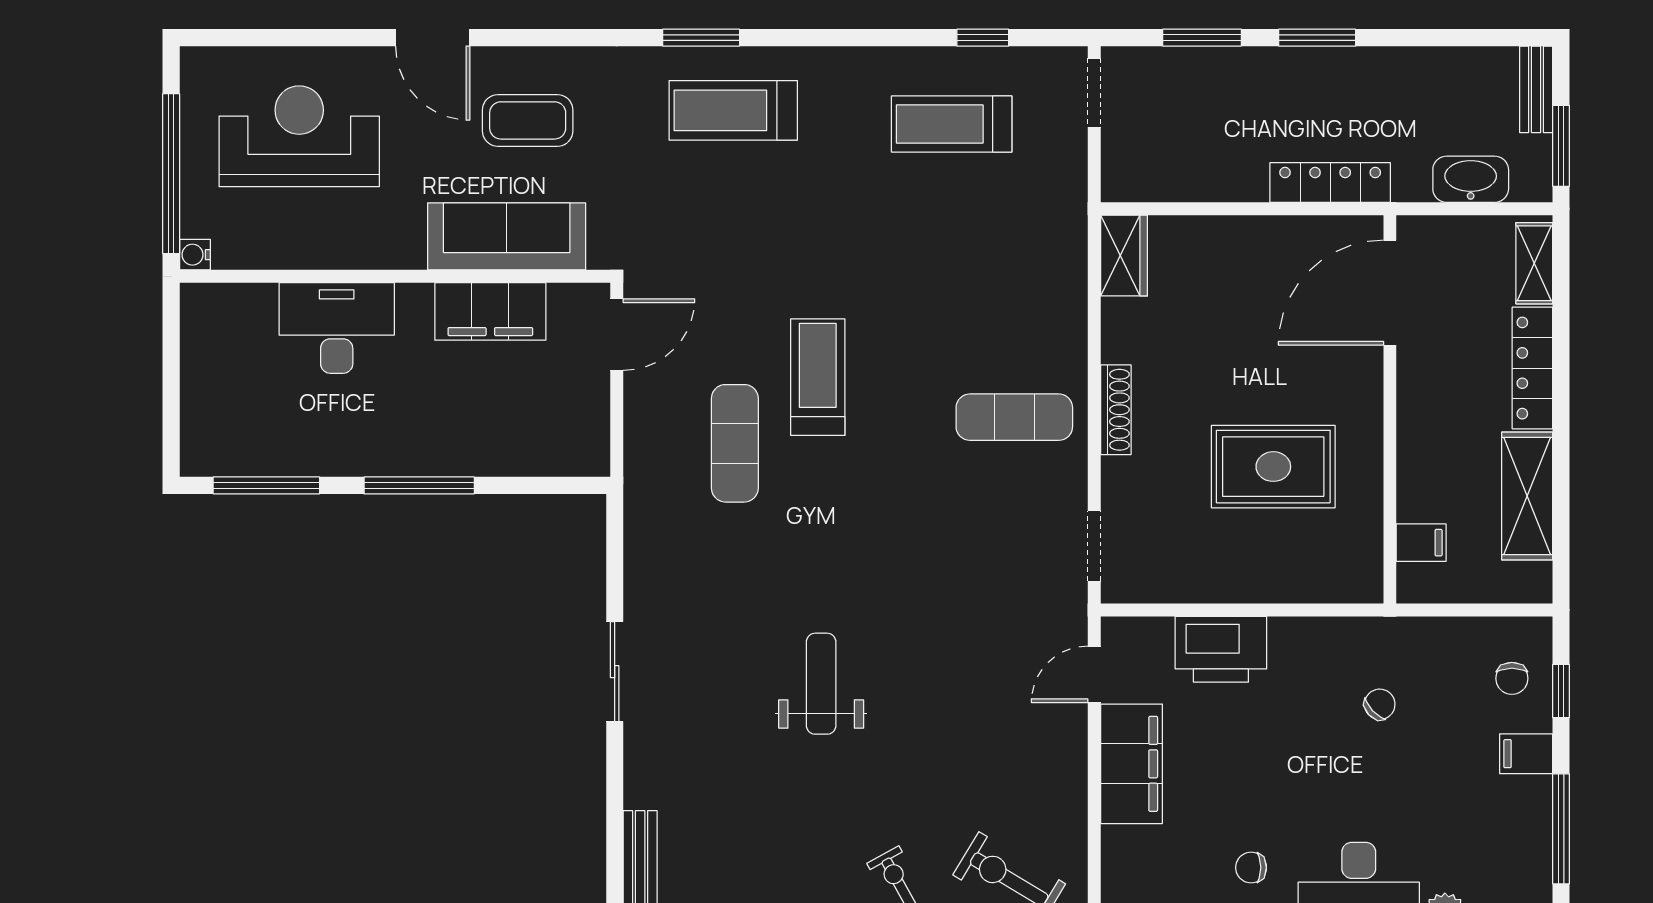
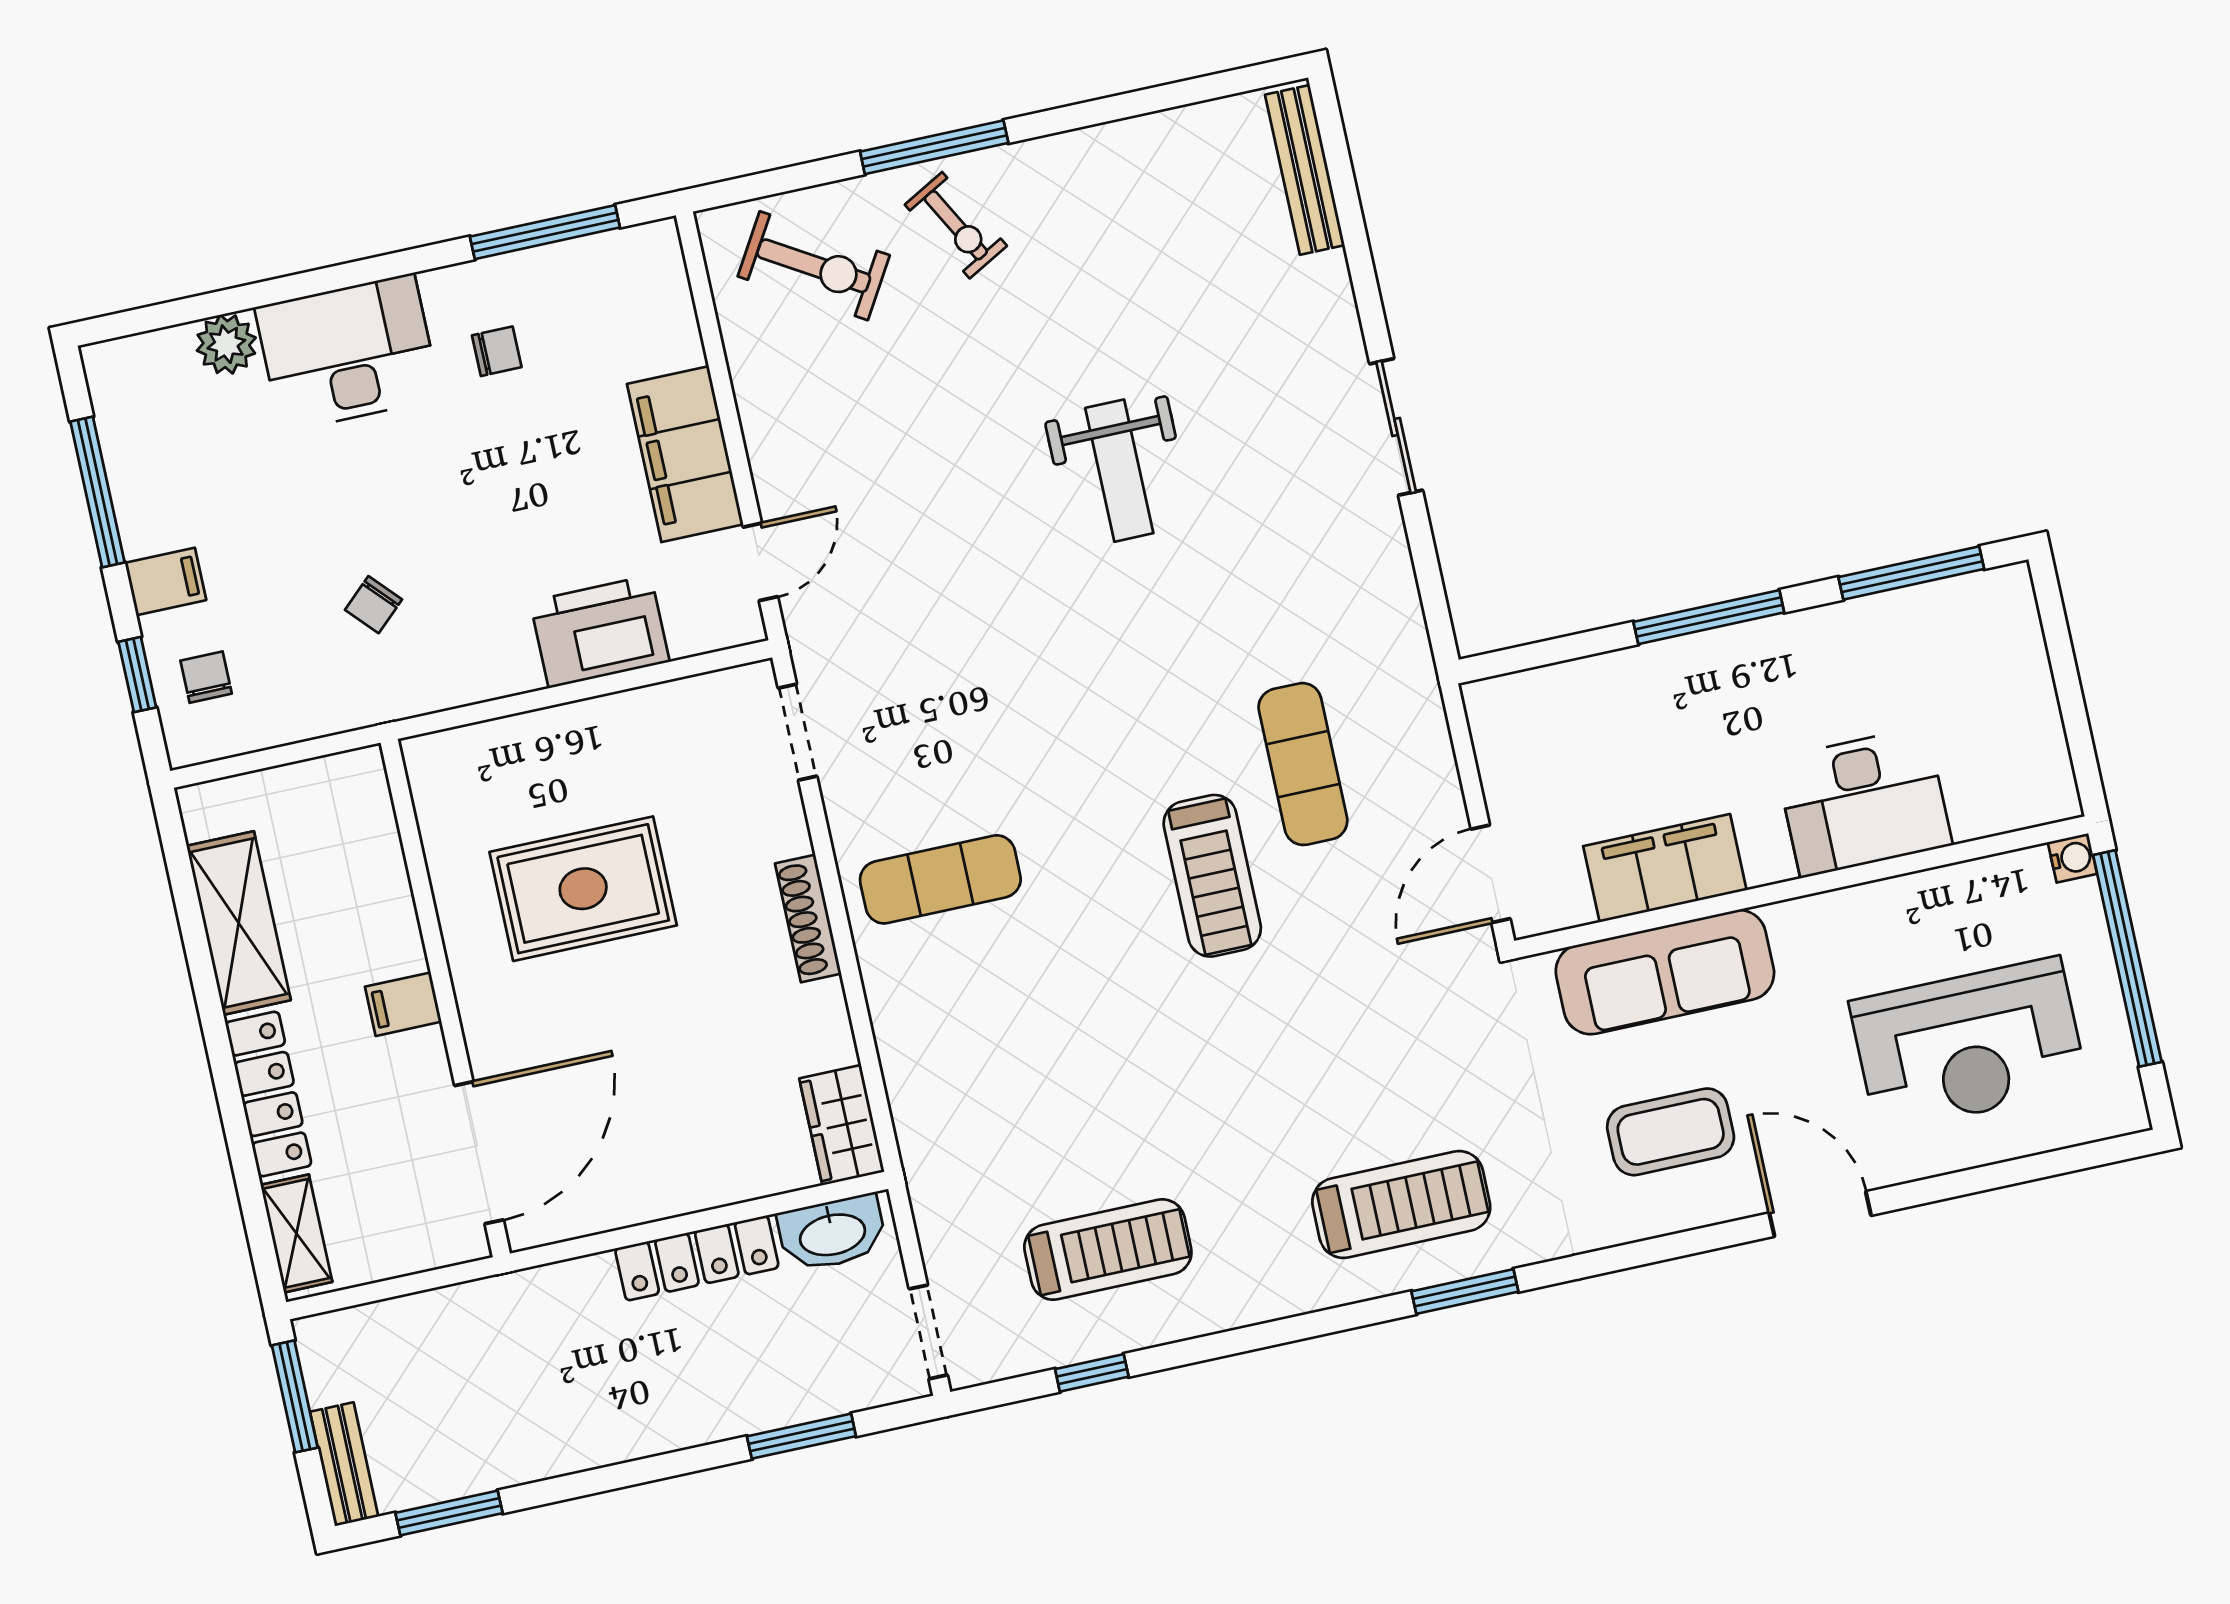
window: (1317, 38) -> (449, 1513), moved
washbasin: (1471, 179) -> (832, 1233), moved
locker: (1330, 182) -> (697, 1258), moved
filing cabinet: (1421, 543) -> (403, 1004), moved

